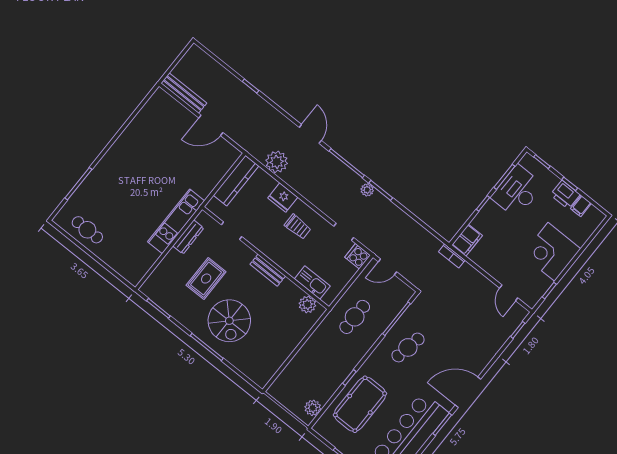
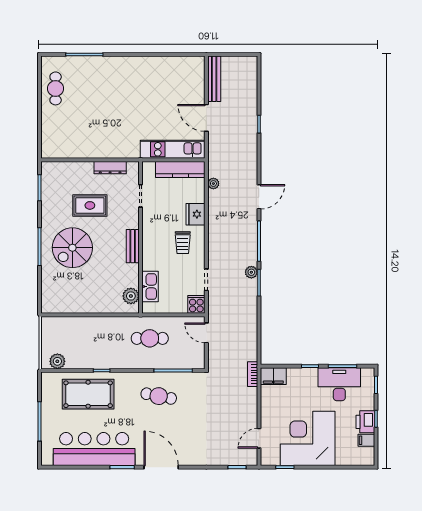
plant: (277, 162) -> (213, 184), width x0.53, depth x0.53
kitchen unit: (176, 221) -> (173, 149), moved
corner desk: (551, 252) -> (308, 438), width x1.36, depth x1.36

